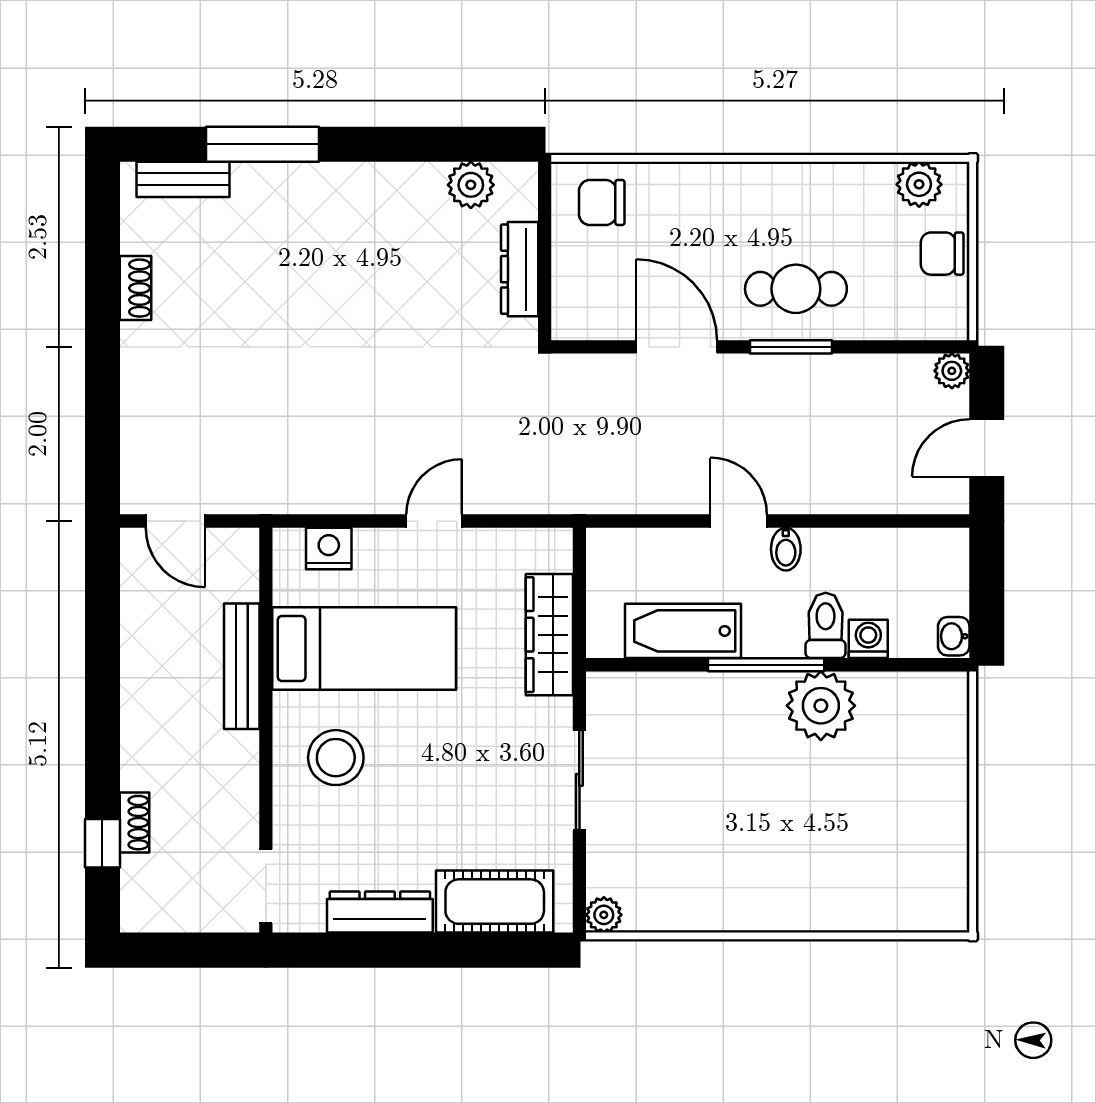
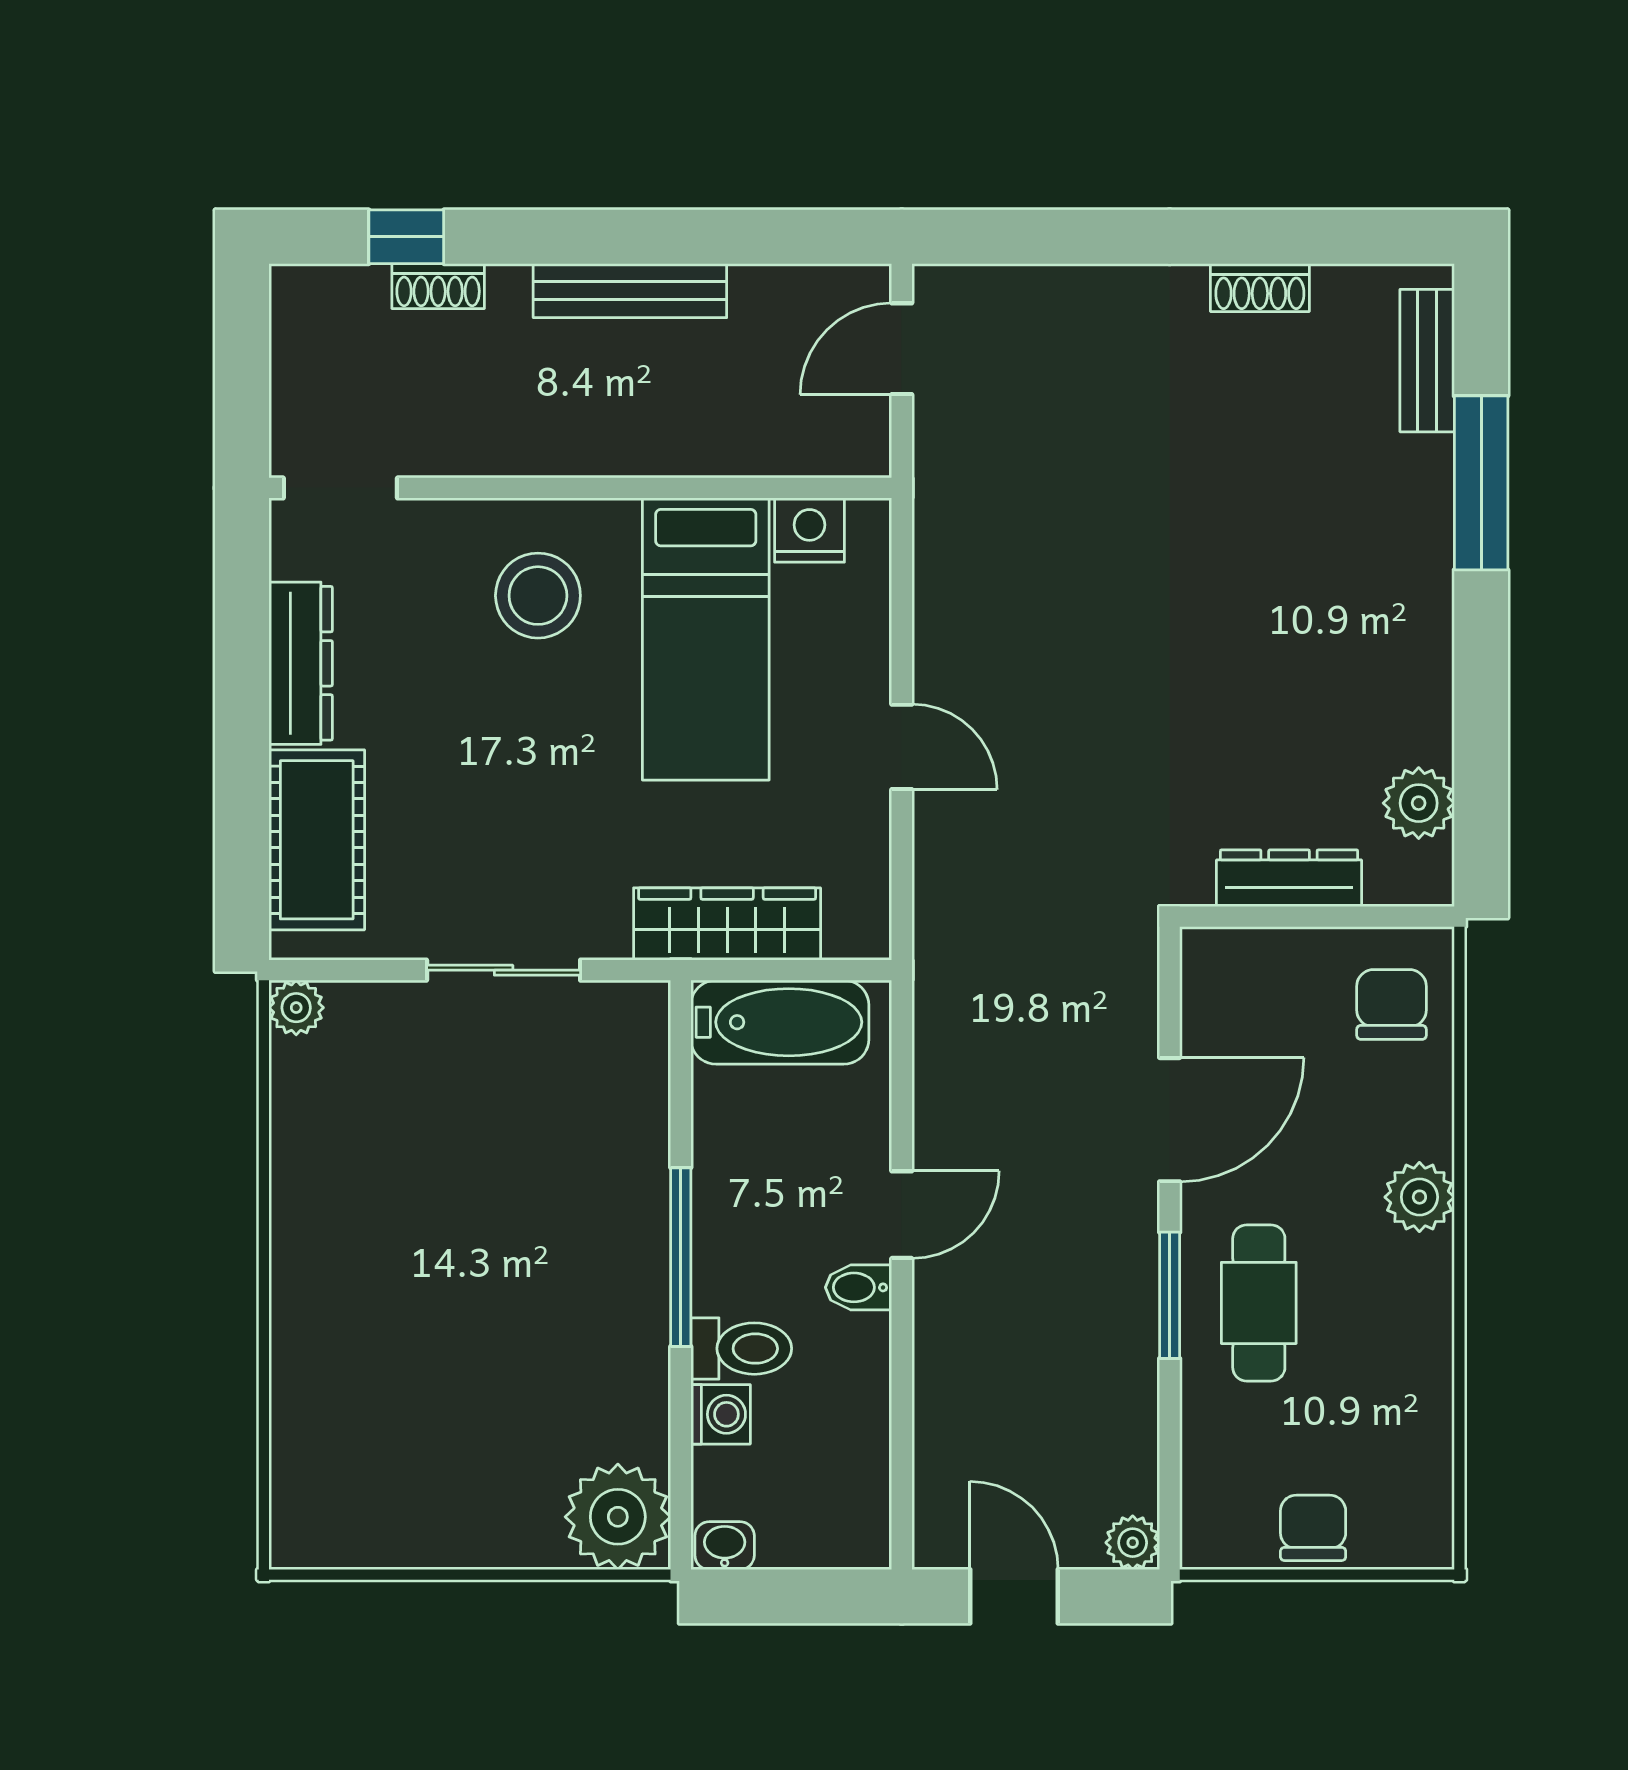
plant: (919, 184) -> (1419, 1197), moved
nightstand: (329, 548) -> (809, 530), moved, turned -90
bathtub: (683, 631) -> (780, 1022), moved, turned 90
bench: (242, 666) -> (630, 291), moved
plant: (821, 706) -> (618, 1517), moved

